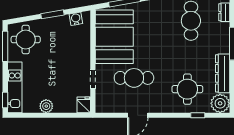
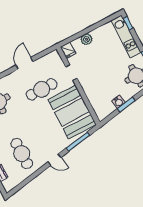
water cooler: (76, 19) -> (118, 102), moved
plant: (46, 106) -> (86, 39), moved

